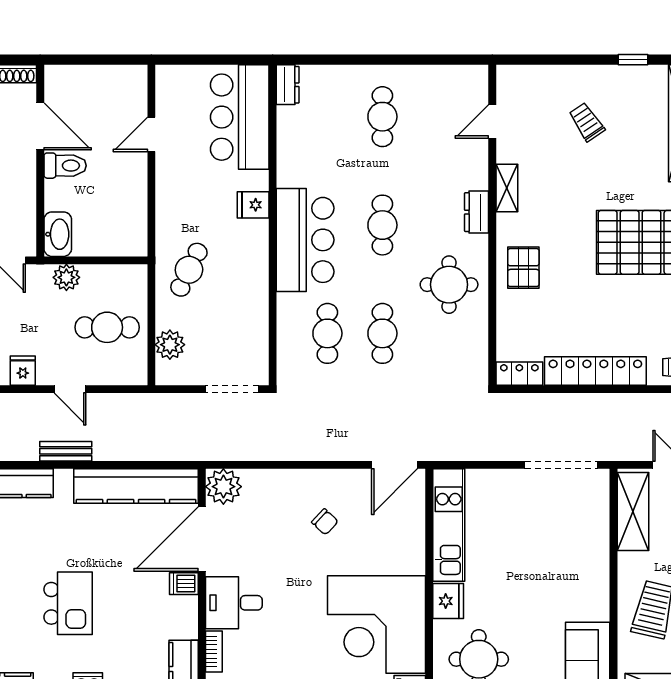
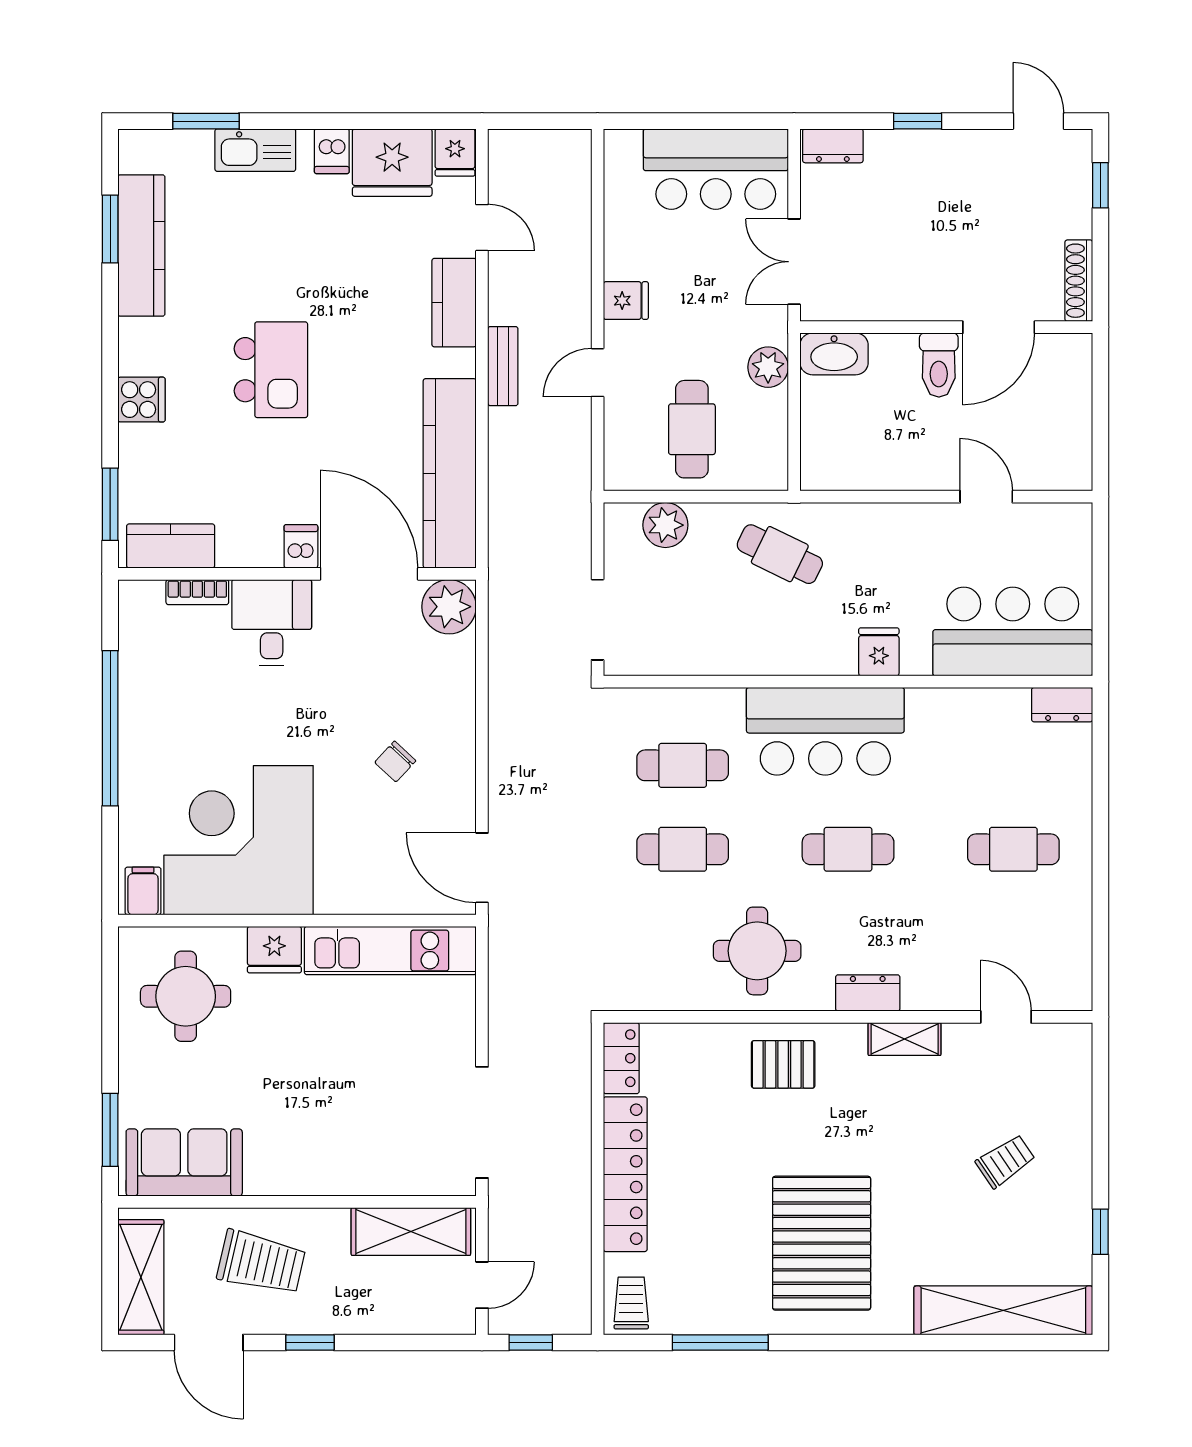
kitchen island: (68, 603) -> (271, 370), turned -90

